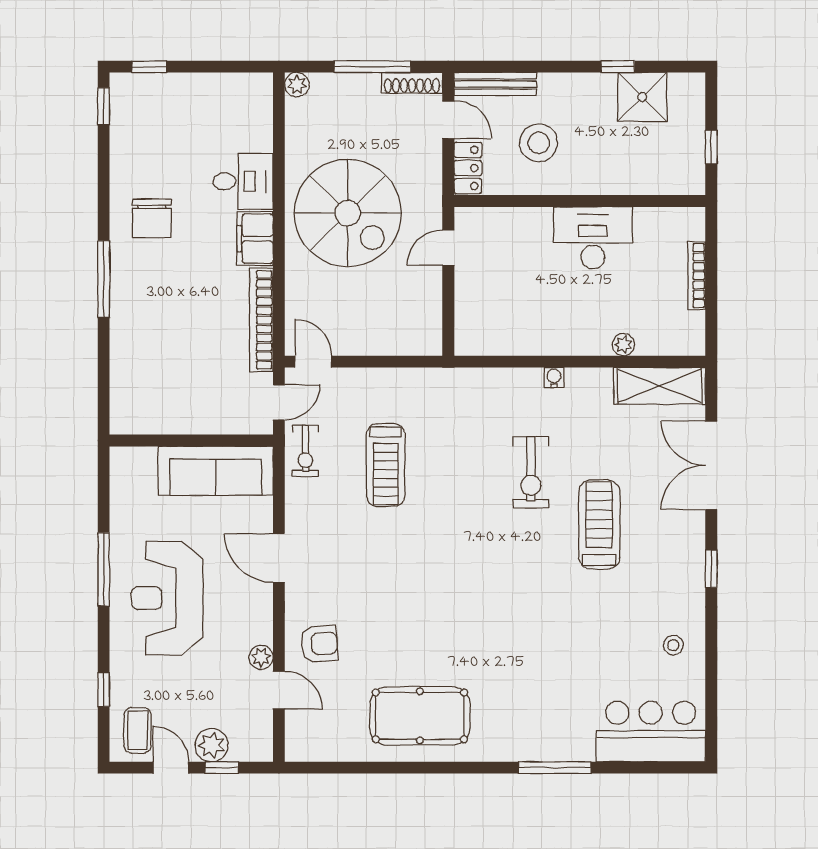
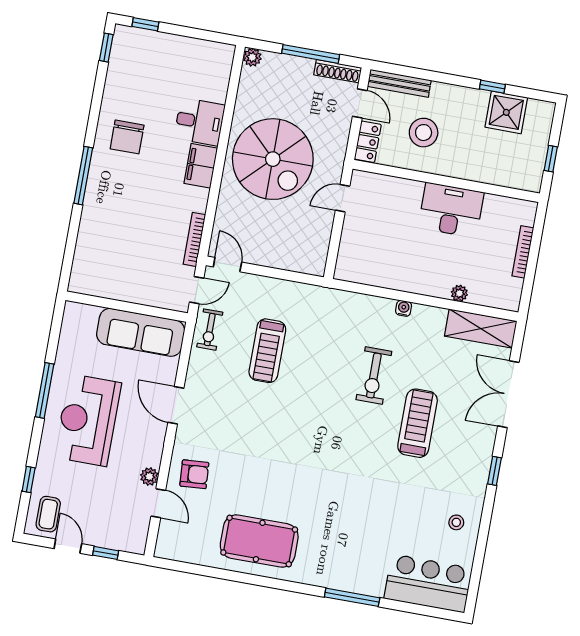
bookcase: (261, 320) -> (194, 239), width x0.68, depth x0.76
plant: (212, 745) -> (101, 535), removed

